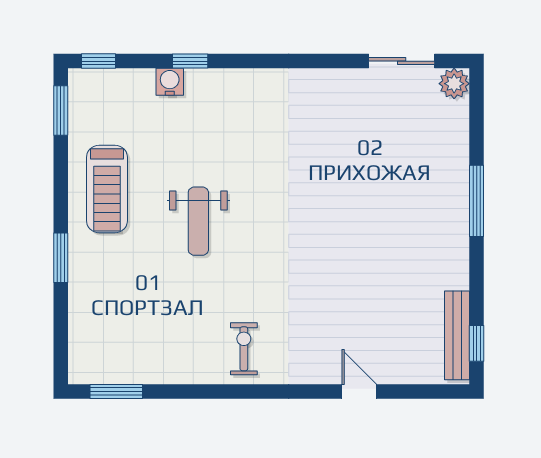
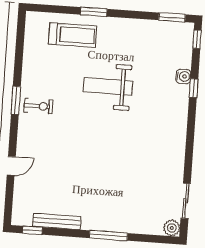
treadmill: (107, 189) -> (73, 35), moved, turned 180
weight bench: (198, 221) -> (108, 87), width x1.36, depth x1.33
bench: (457, 335) -> (57, 221), moved
window: (116, 392) -> (16, 100), moved

